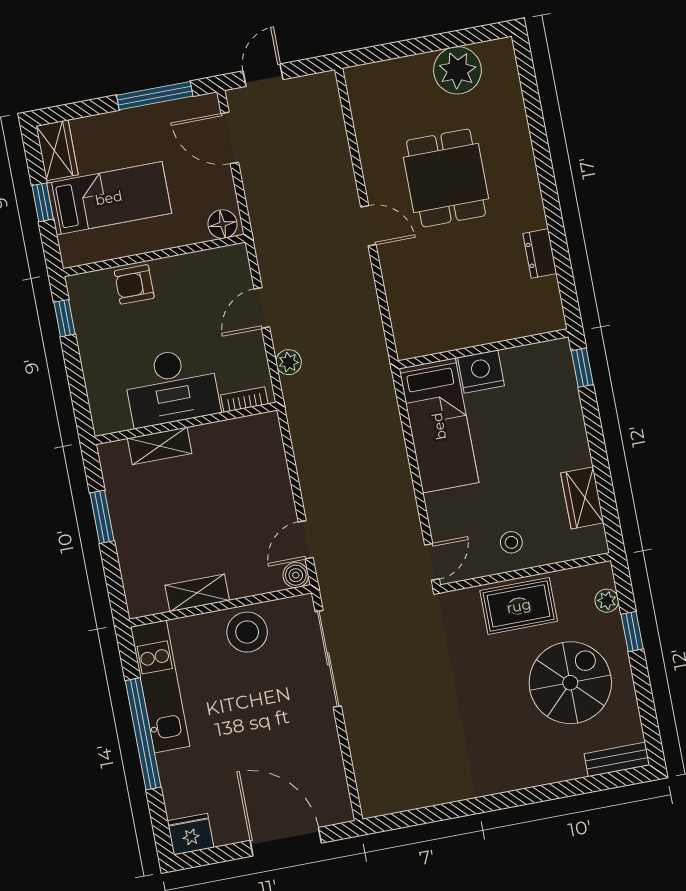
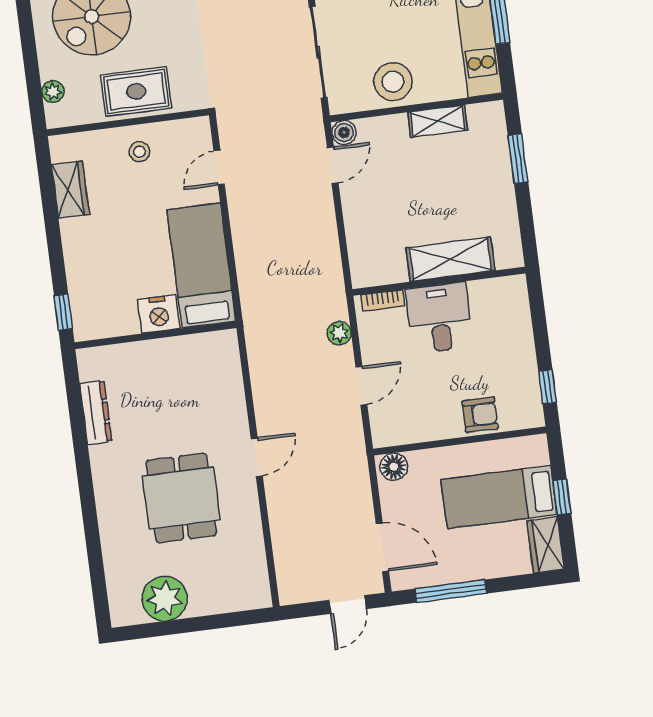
door: (368, 226) -> (257, 457), swing flipped
dresser: (540, 253) -> (96, 412), width x1.44
desk: (172, 387) -> (439, 318), width x0.73
shelving: (160, 446) -> (450, 259), width x1.50, depth x1.33
window: (102, 517) -> (518, 159), moved
door: (432, 562) -> (219, 168), moved
window: (632, 631) -> (31, 61), removed

